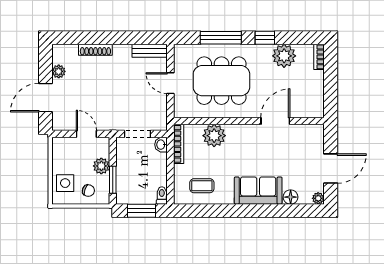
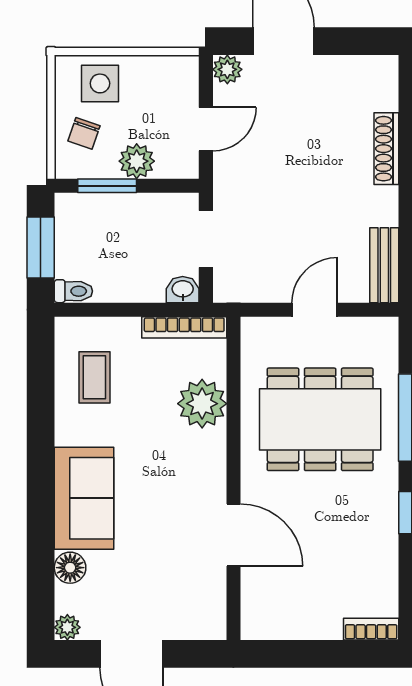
plant: (284, 56) -> (373, 554), removed
plant: (59, 71) -> (227, 69), moved
dining table: (221, 81) -> (320, 419), turned 90

